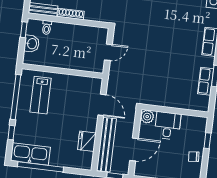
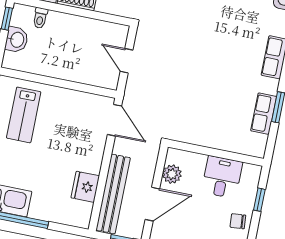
door: (108, 52) -> (126, 61), swing flipped
door: (102, 105) -> (114, 120), moved
plant: (147, 117) -> (172, 174), moved
desk: (168, 126) -> (222, 177), moved

